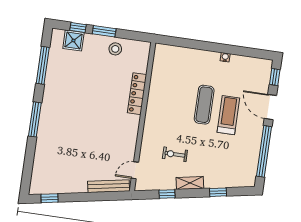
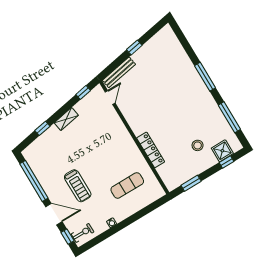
window: (104, 31) -> (191, 183), moved
stool: (115, 49) -> (198, 145), moved
exercise mat: (204, 105) -> (127, 185), moved, turned 90
exercise bike: (175, 154) -> (82, 233), moved
window: (167, 194) -> (83, 93), moved
window: (50, 198) -> (134, 48), moved

